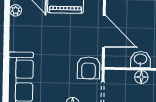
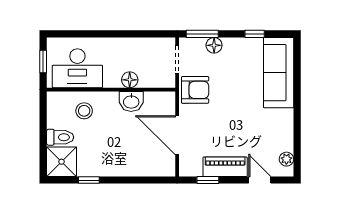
armchair: (89, 68) -> (195, 90), turned 90

